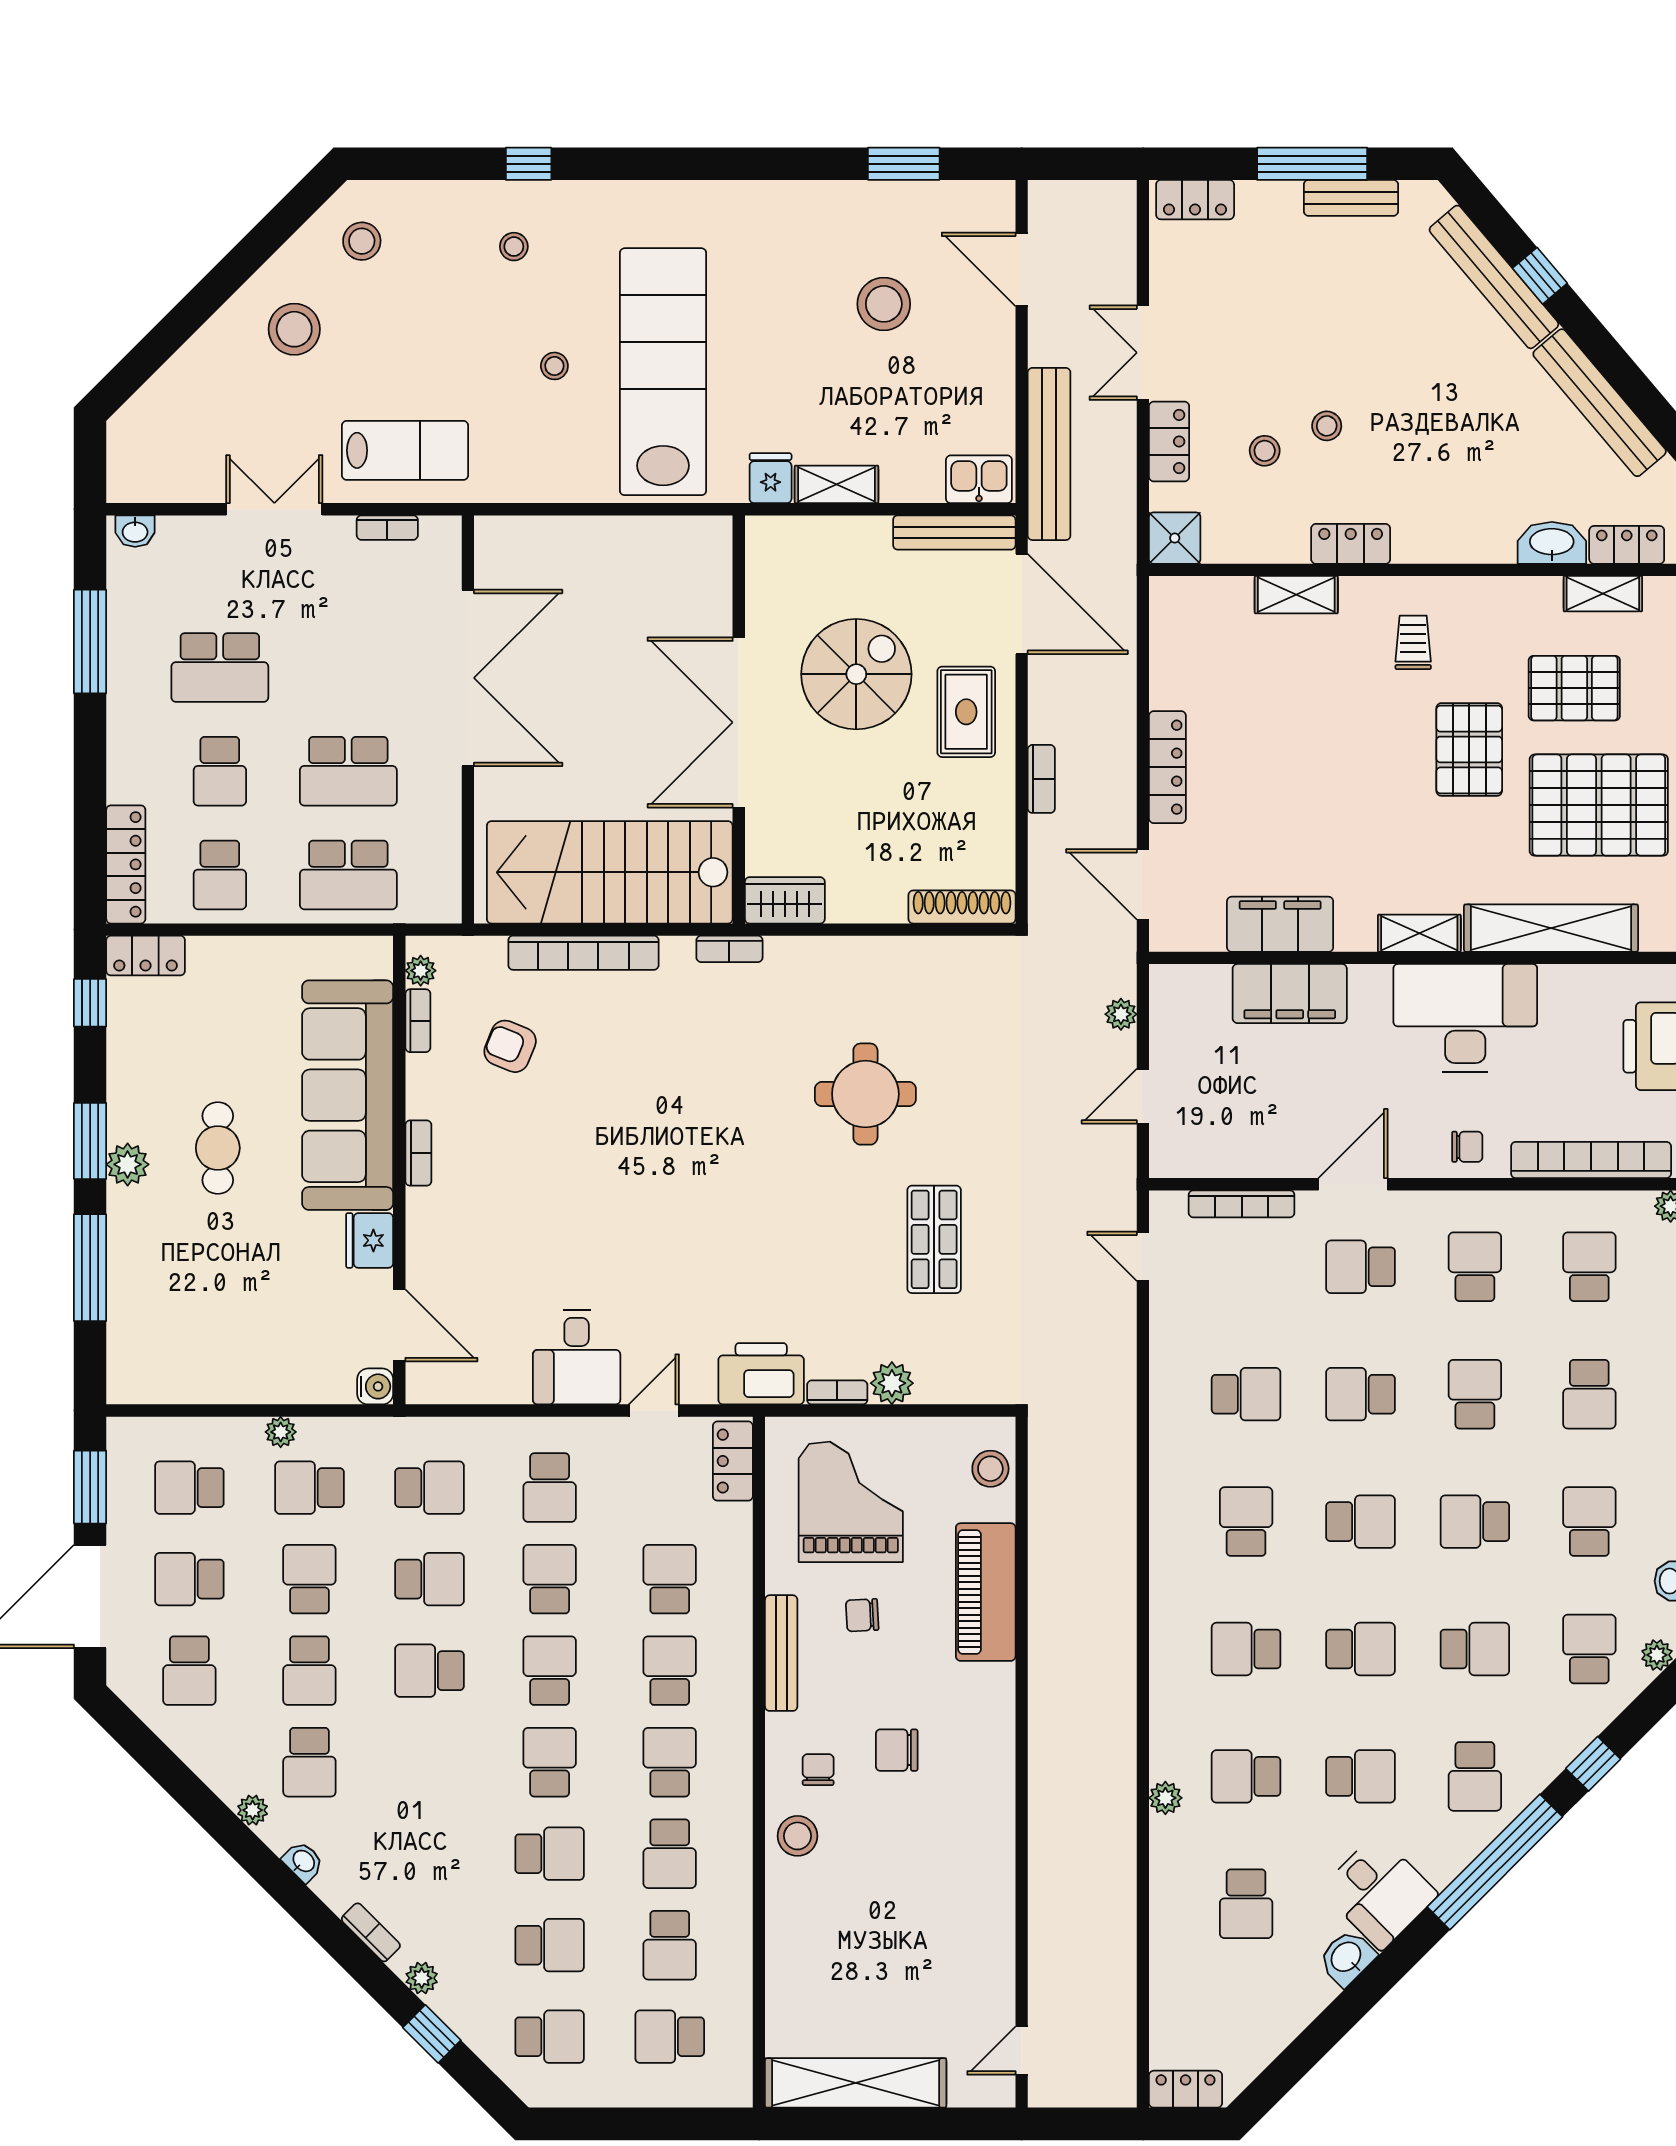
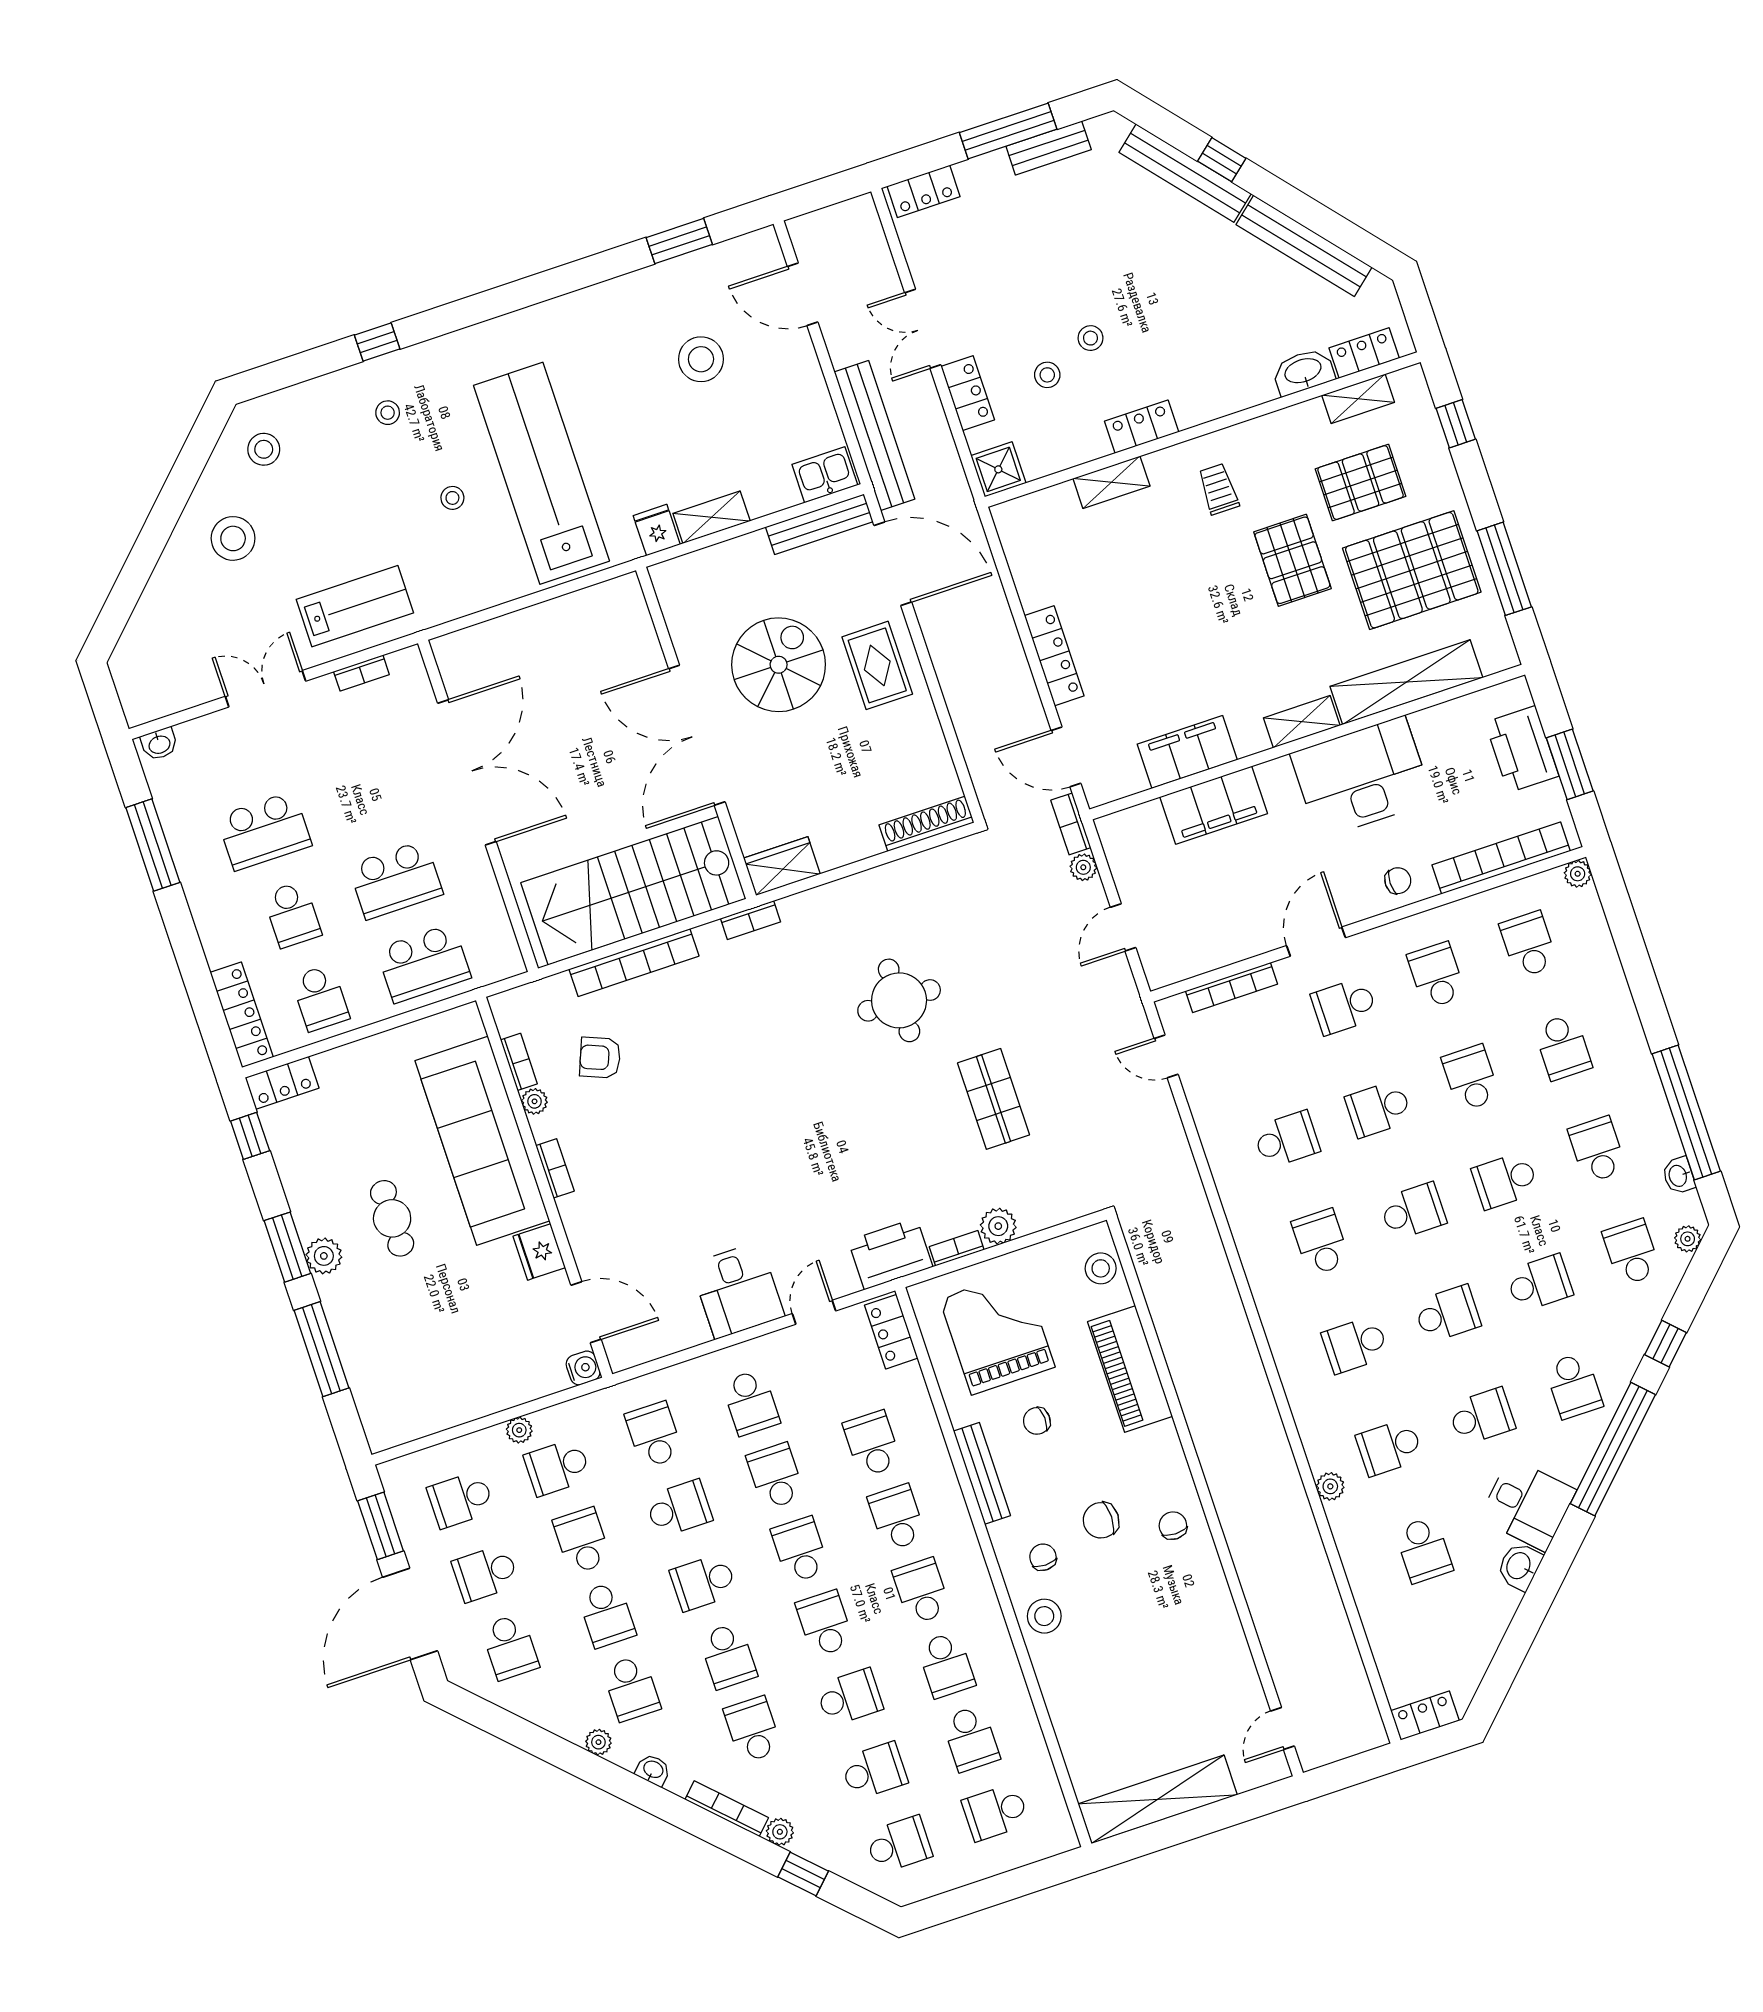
bookcase: (1041, 779) -> (1071, 824), moved, turned 180
plant: (421, 971) -> (534, 1101), moved
school desk: (430, 1488) -> (654, 1435), turned -90
school desk: (430, 1762) -> (728, 1656), added
chair: (975, 1783) -> (1173, 1526), added
school desk: (430, 1854) -> (753, 1730), added
bookcase: (371, 1932) -> (727, 1809), width x1.56

